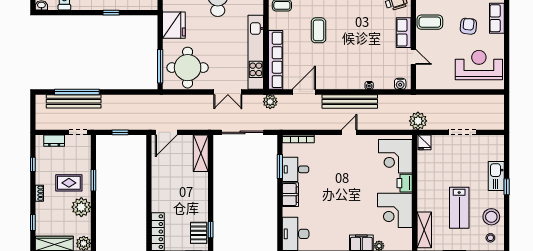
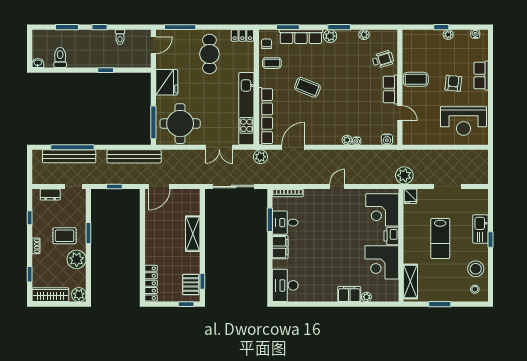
coffee table: (319, 30) -> (307, 87), turned -68
reception desk: (479, 65) -> (464, 121), turned 180
plant: (359, 84) -> (347, 140), added
bench: (350, 101) -> (134, 156), moved
shelving: (201, 153) -> (193, 234), moved
lab bench: (459, 208) -> (440, 238), moved

